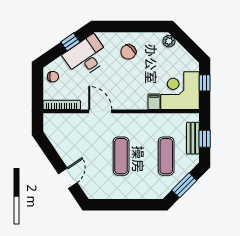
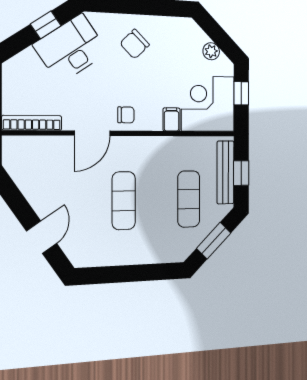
plant: (169, 41) -> (211, 51), moved
chair: (53, 77) -> (126, 115), moved
door: (100, 111) -> (92, 133), swing flipped
bench: (193, 138) -> (225, 172), width x1.36

